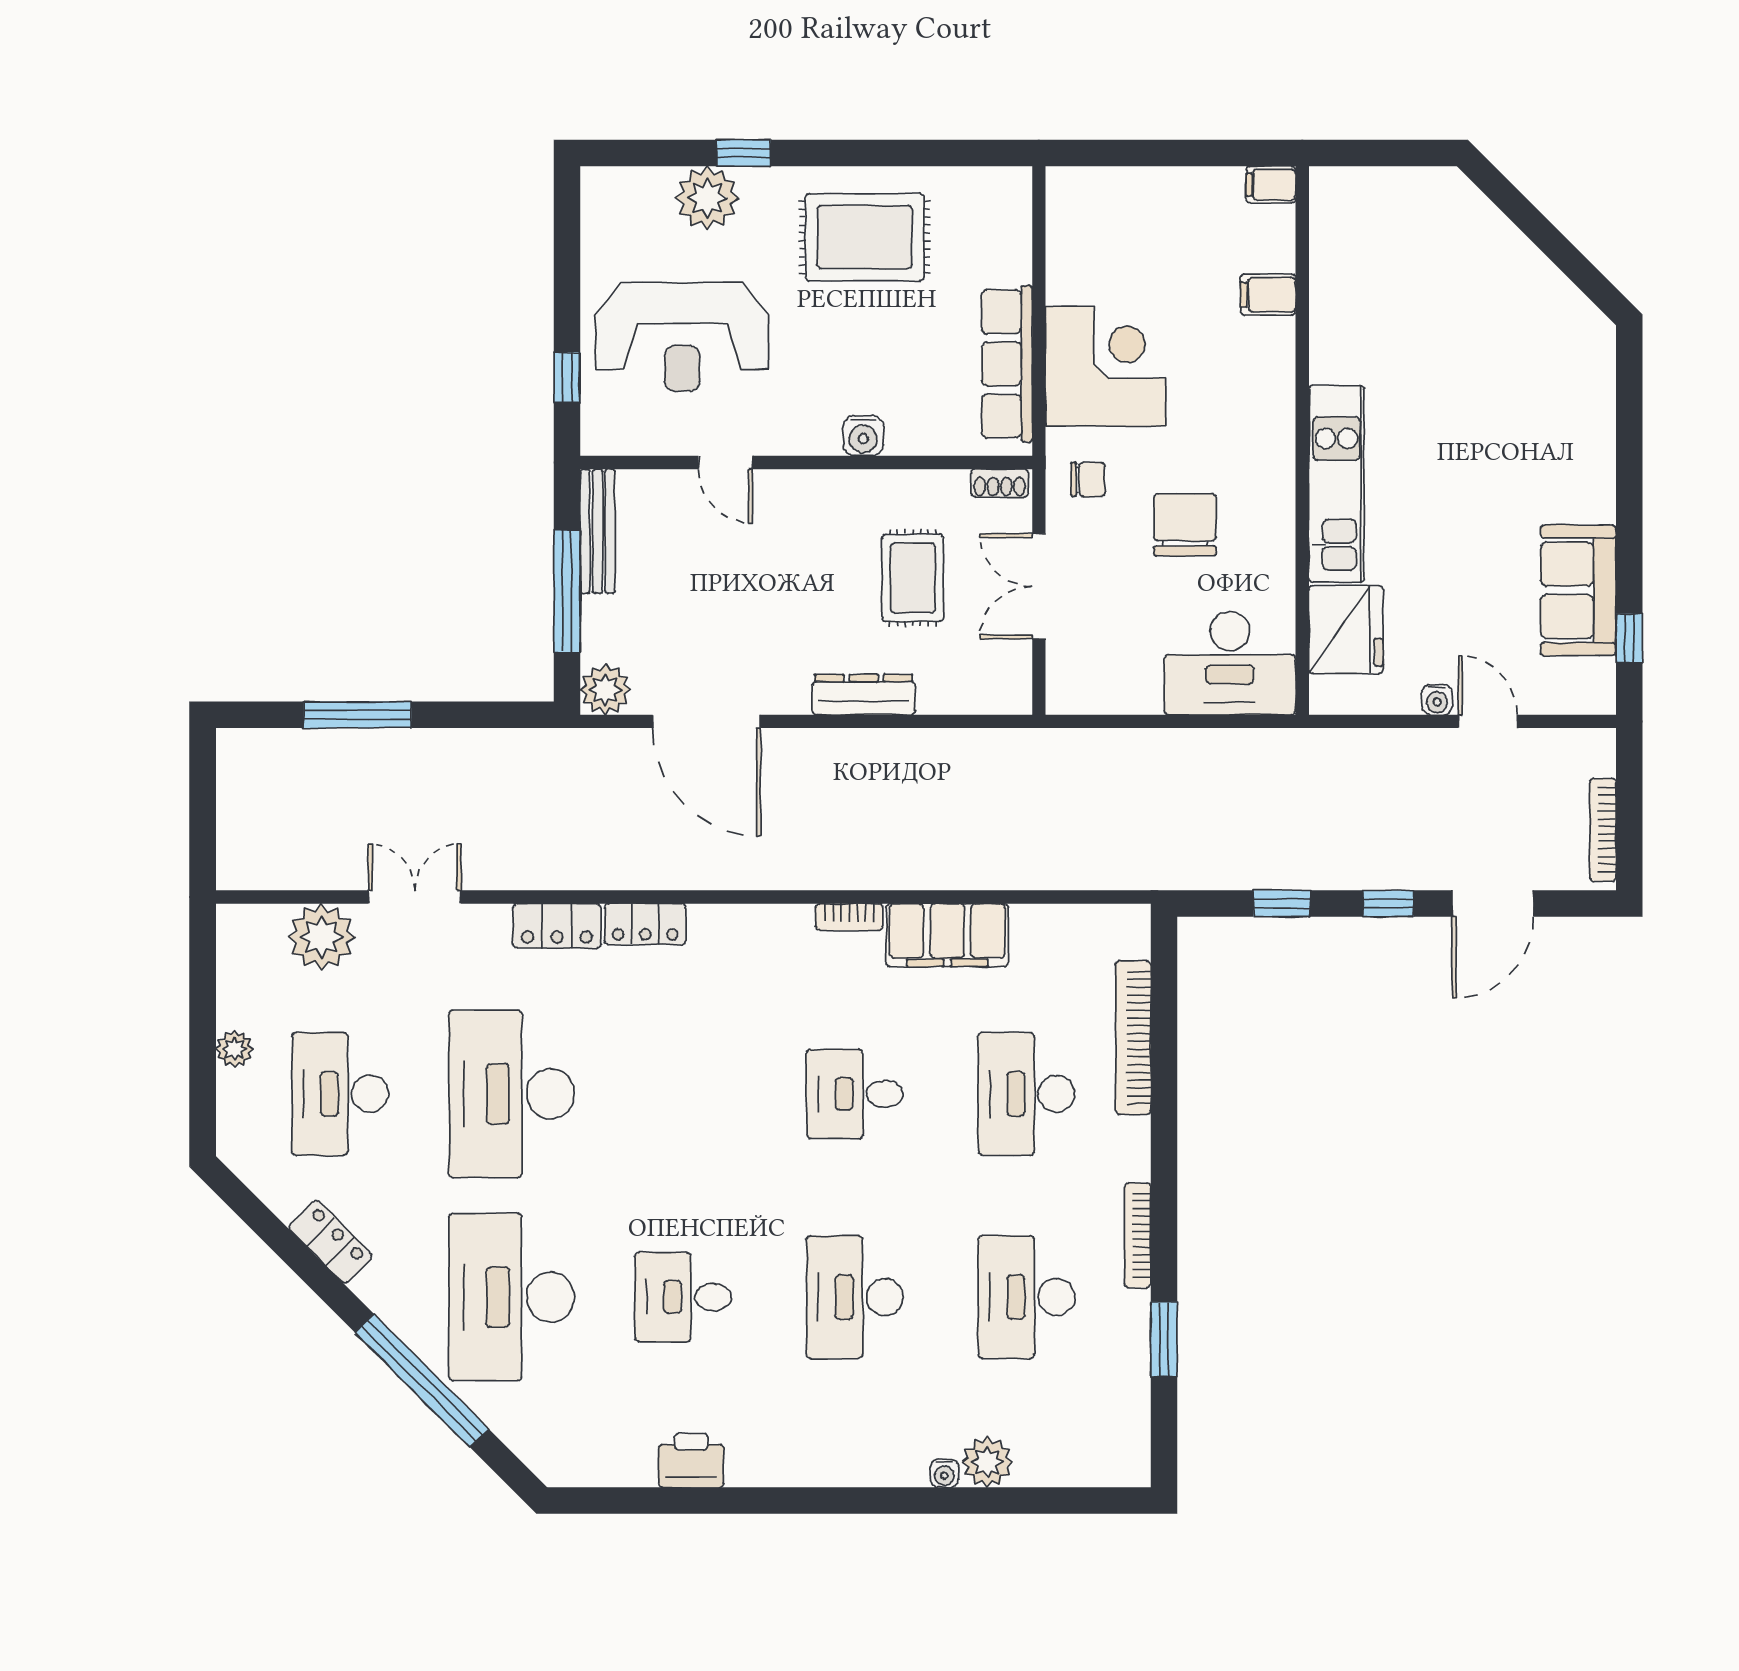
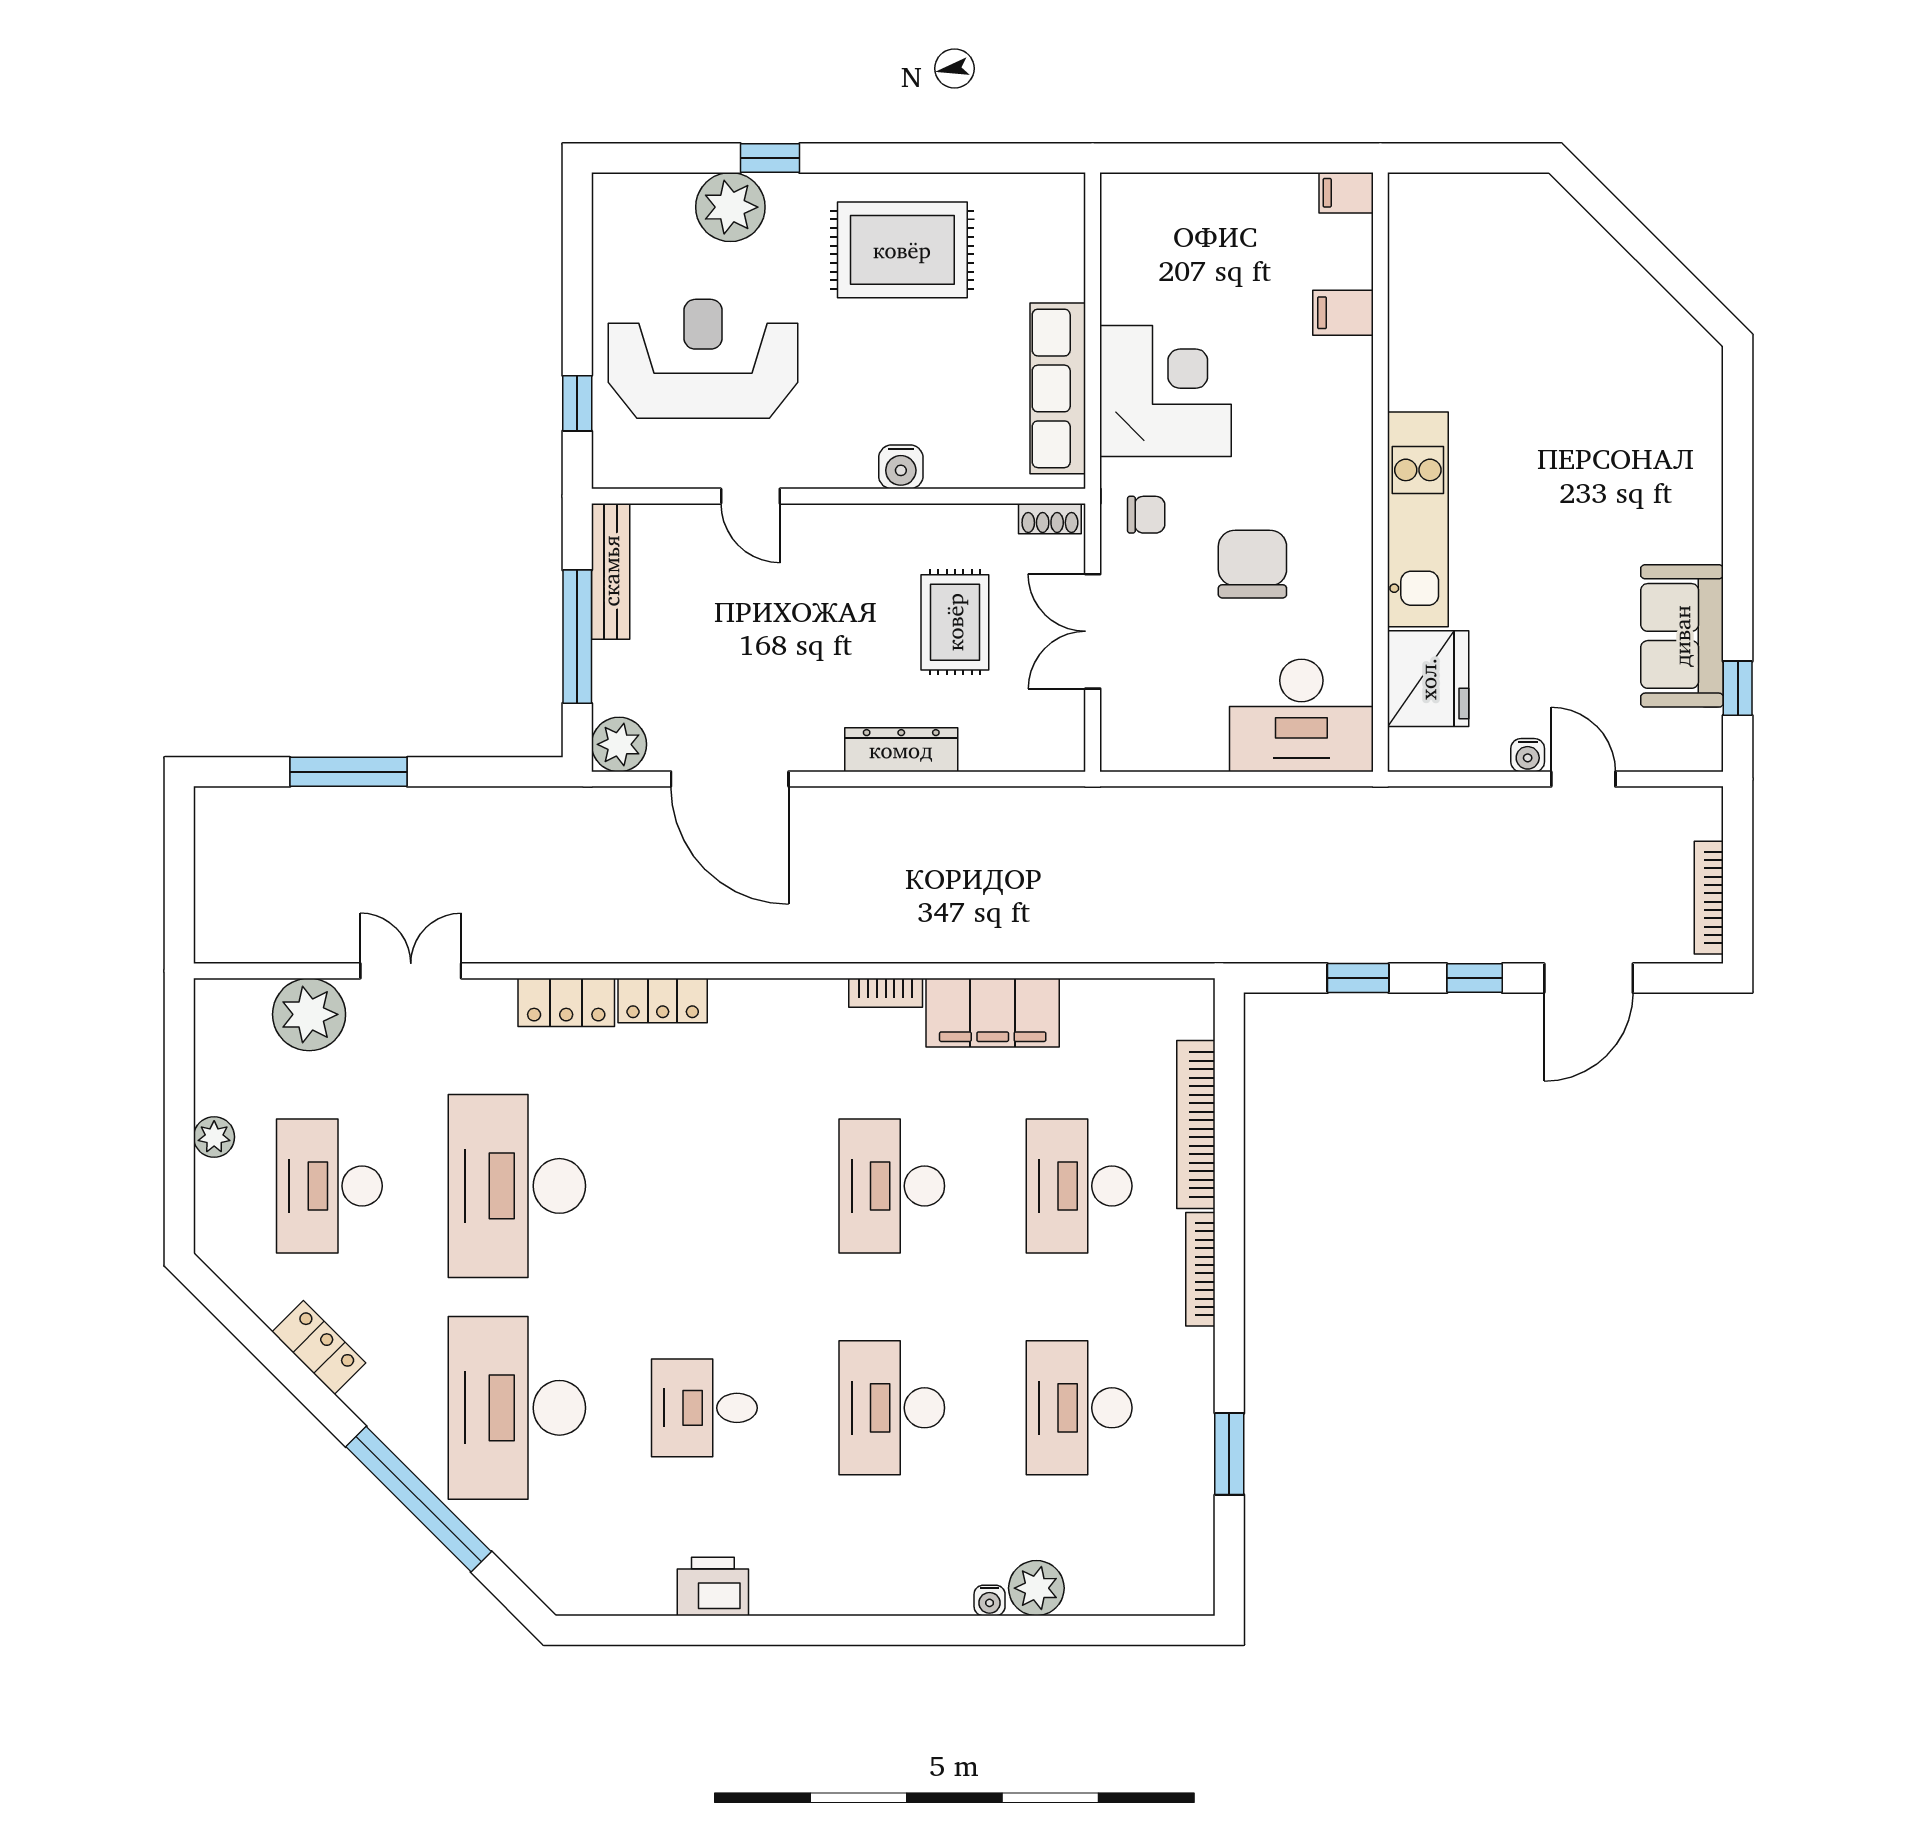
reception desk: (682, 337) -> (703, 359), turned 180
desk: (855, 1094) -> (892, 1186), width x1.37
bookcase: (1137, 1235) -> (1200, 1269), moved

